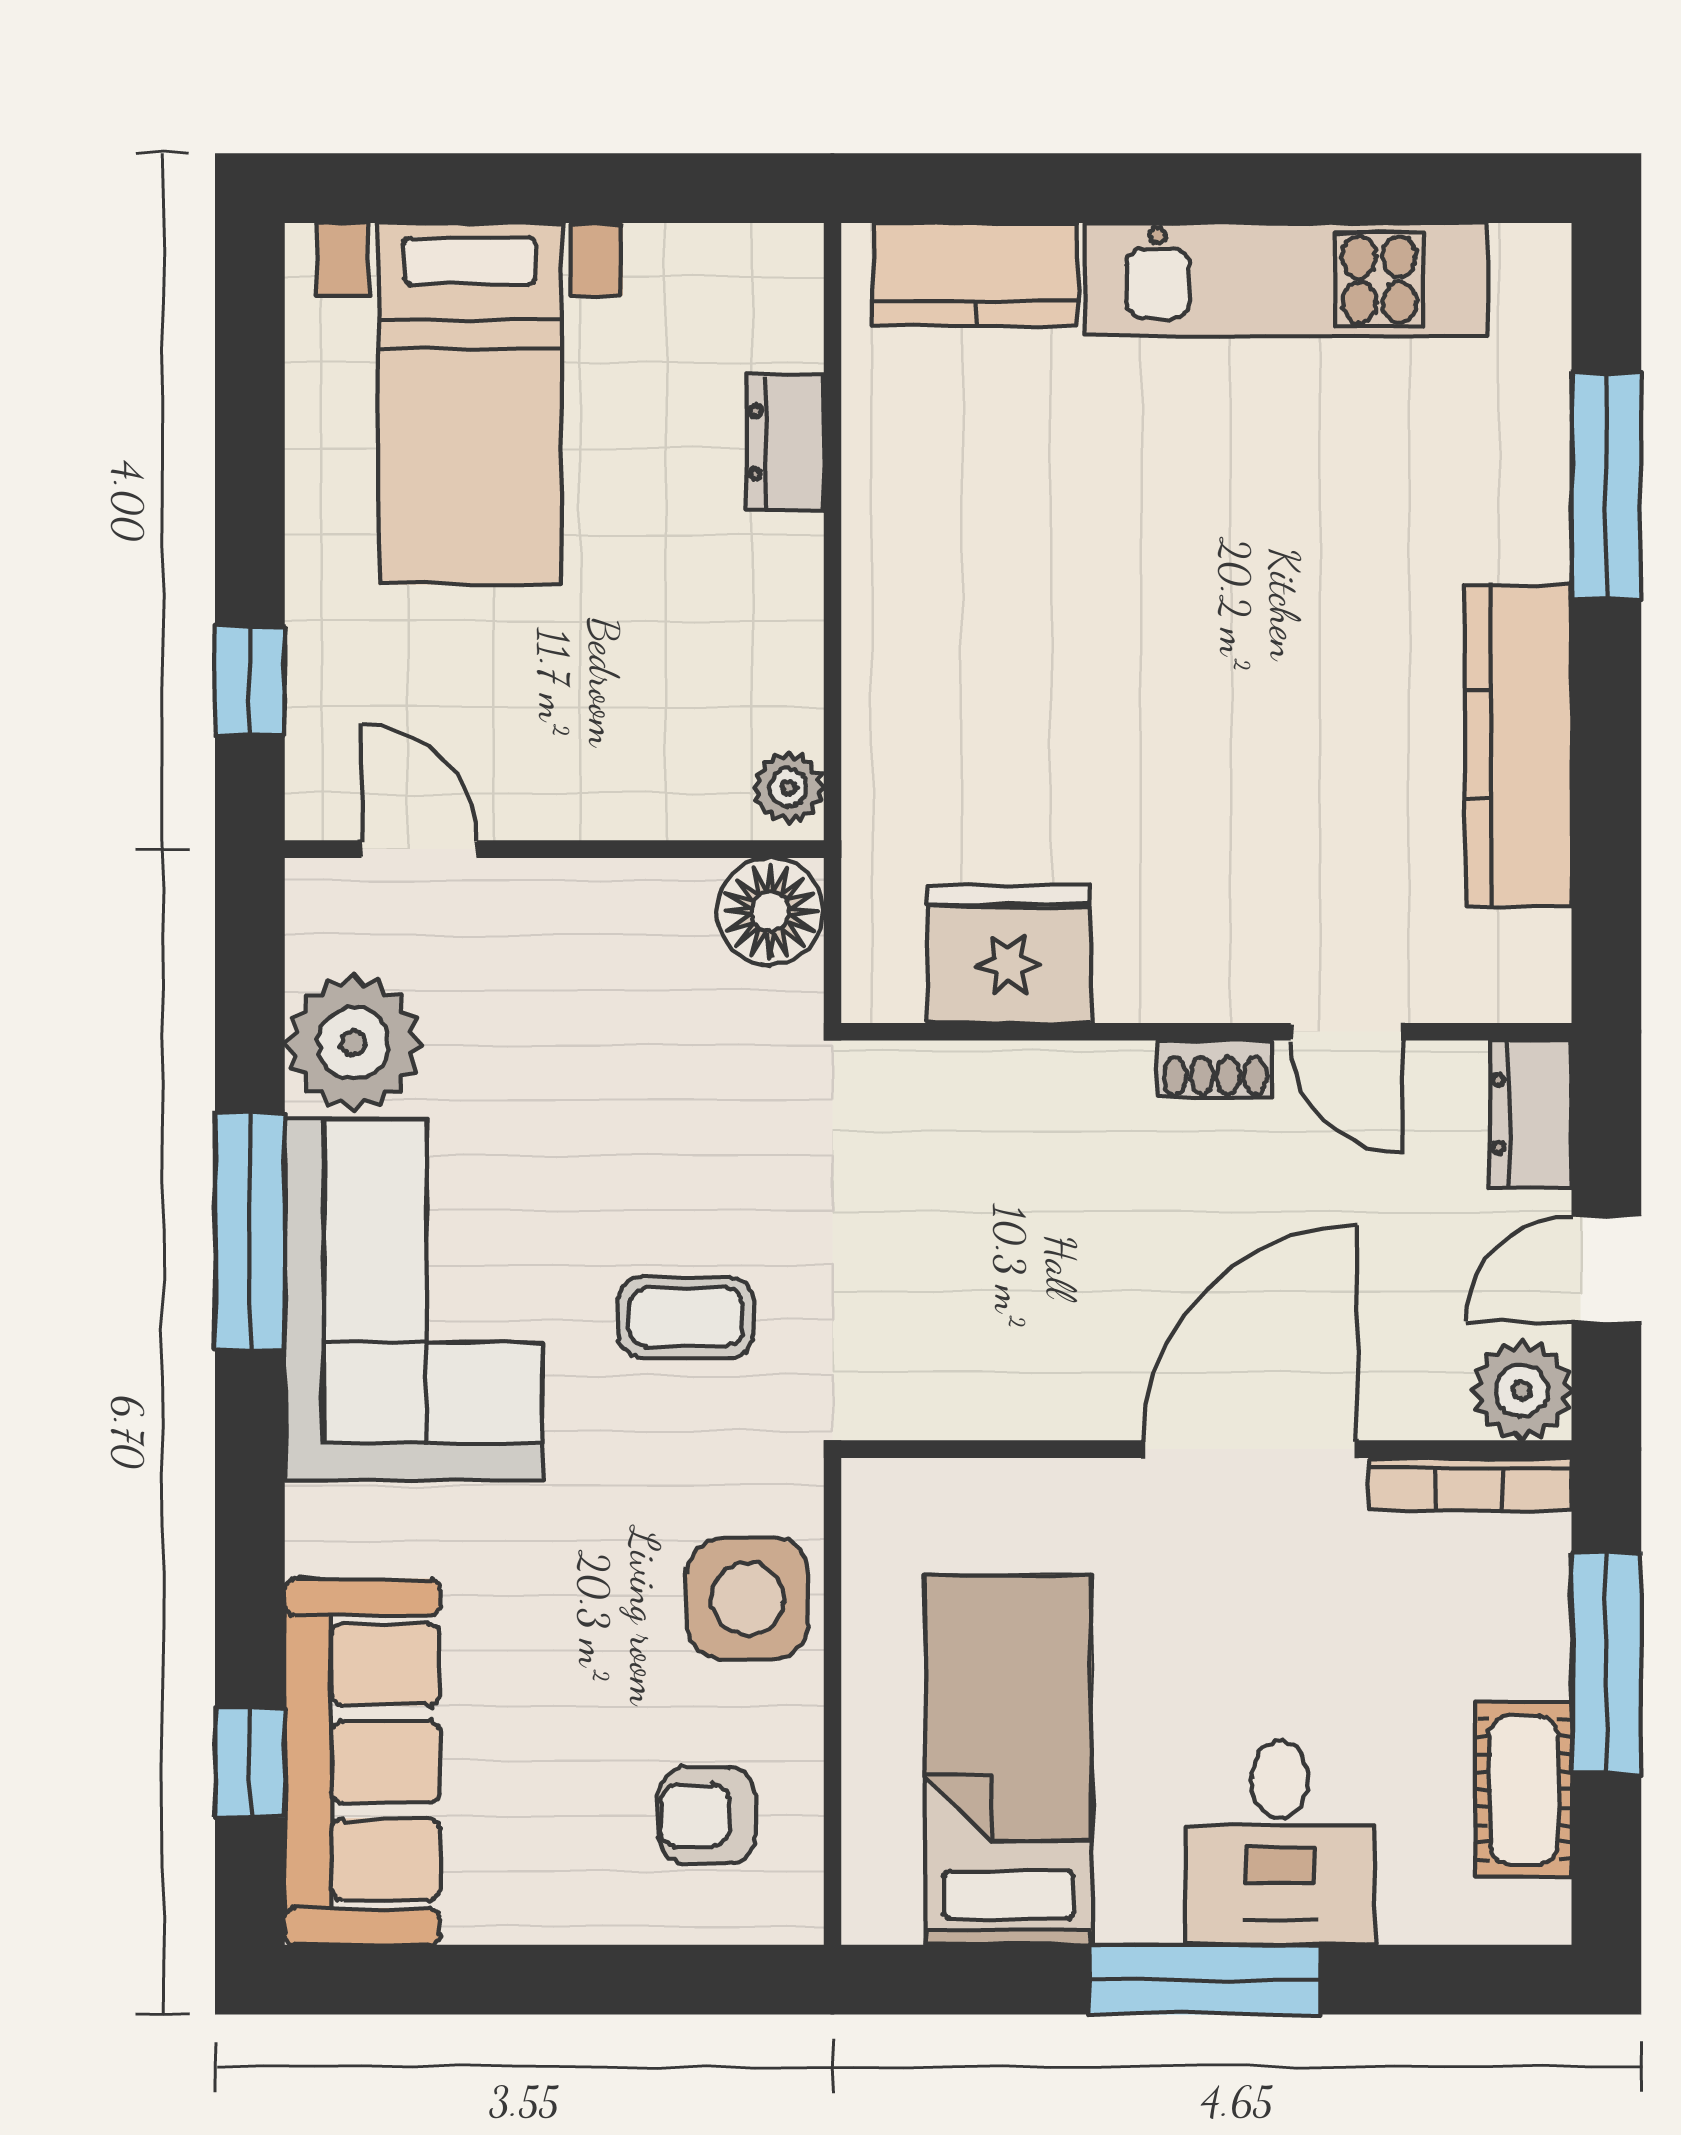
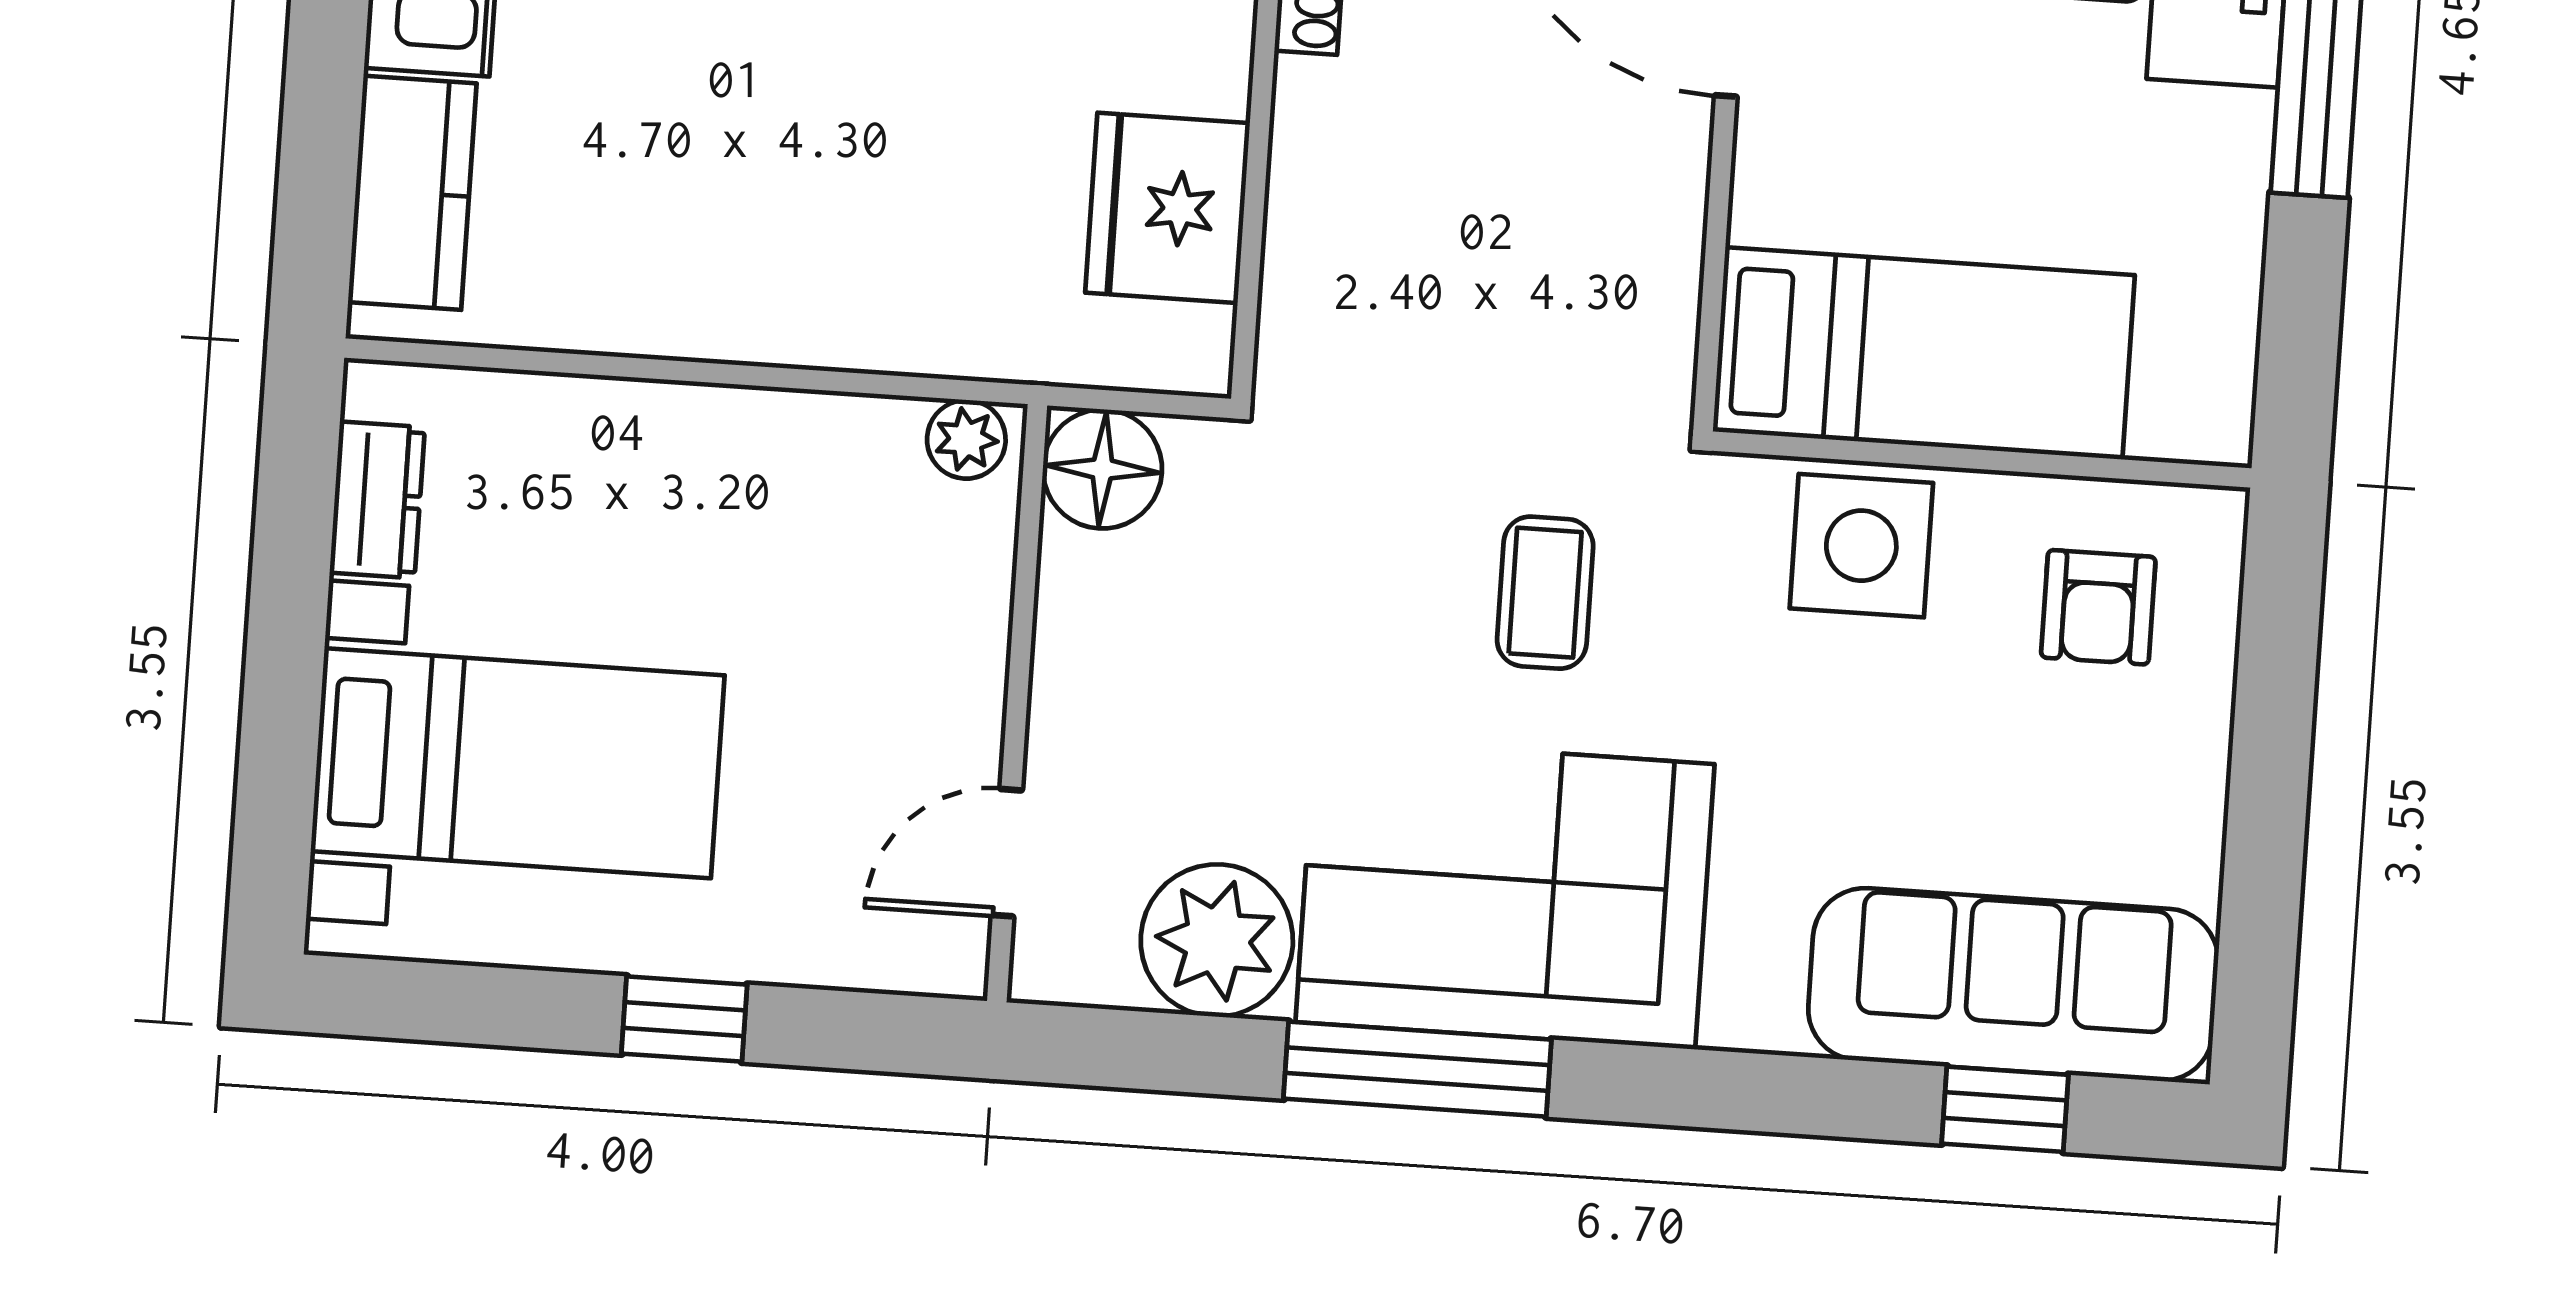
dresser: (785, 442) -> (377, 500), moved, turned -90
window: (250, 681) -> (684, 1019), moved
bed: (1008, 1760) -> (1924, 353), moved, turned 180

